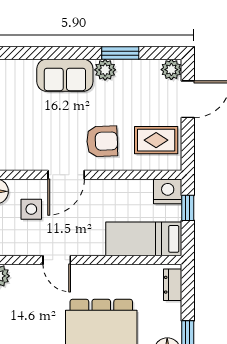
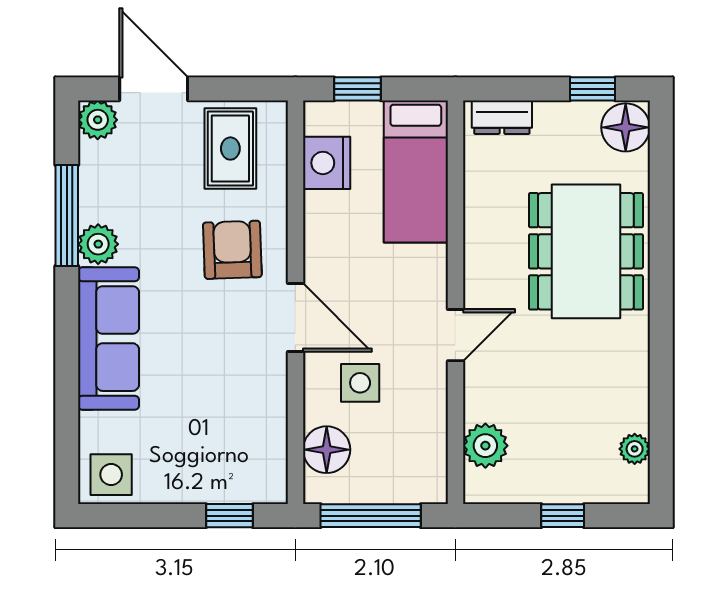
window: (120, 53) -> (67, 216), width x1.44
sofa: (65, 75) -> (109, 339), width x1.36
nightstand: (168, 191) -> (327, 163), moved

